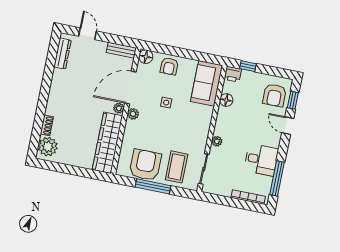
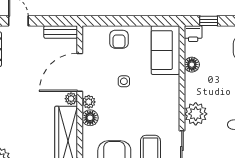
floor lamp: (146, 57) -> (90, 118), moved
plant: (217, 141) -> (196, 114), width x1.88, depth x1.88

